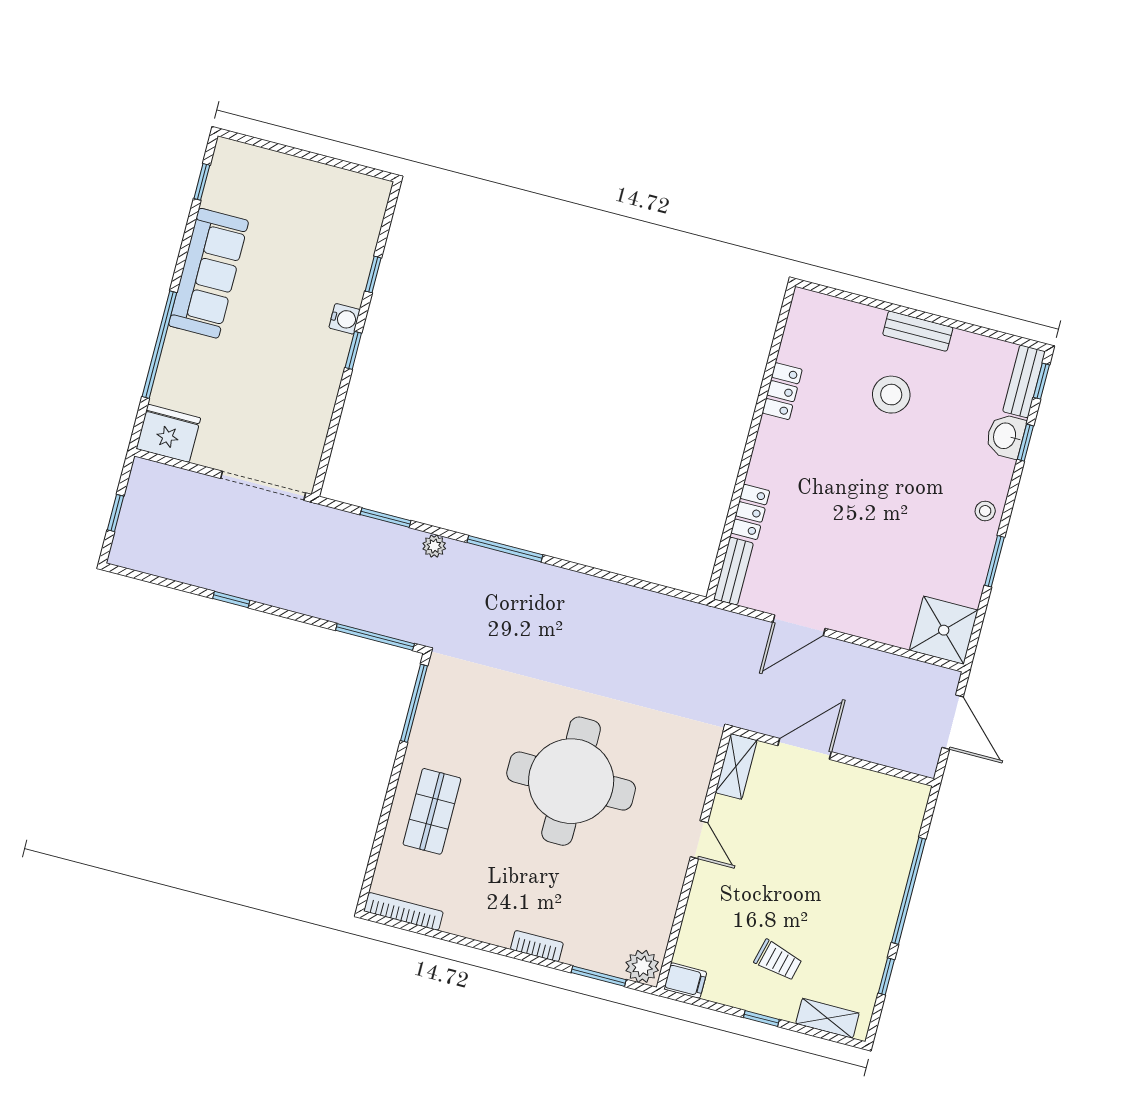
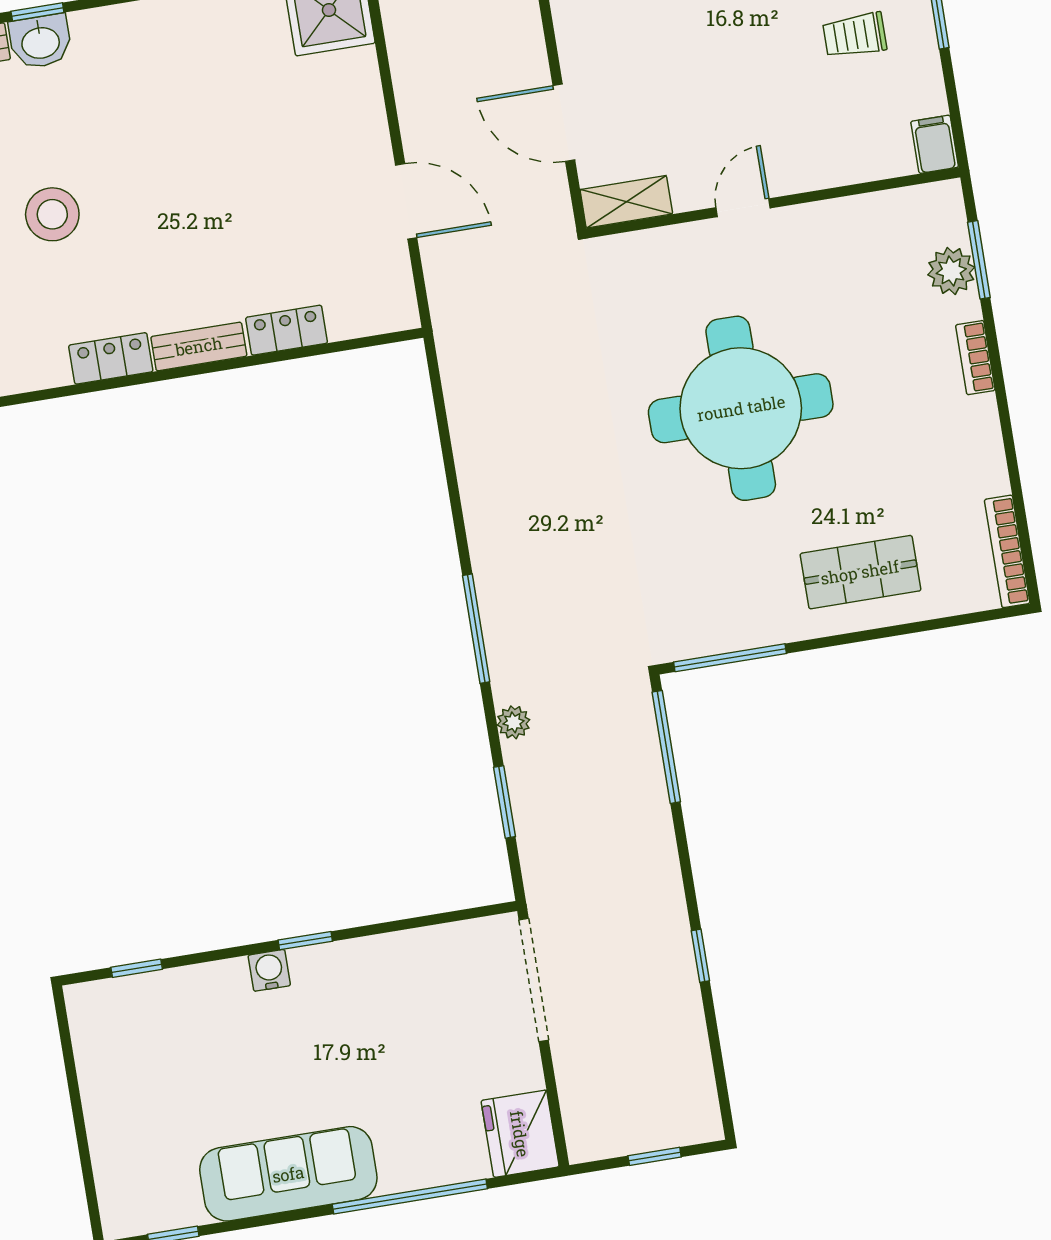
window: (373, 274) -> (137, 968), moved
stool: (985, 511) -> (150, 25), removed
bench: (734, 571) -> (199, 346), moved
trolley: (778, 960) -> (855, 35), turned -104
plant: (642, 966) -> (951, 271), moved

